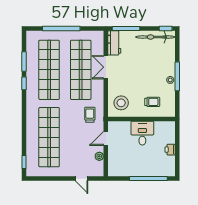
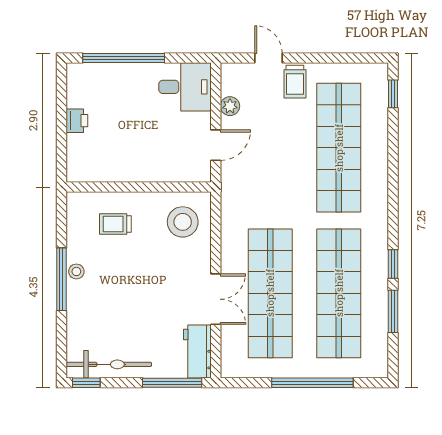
trolley: (90, 115) -> (295, 82), moved
desk: (142, 133) -> (185, 87), moved, turned -90

